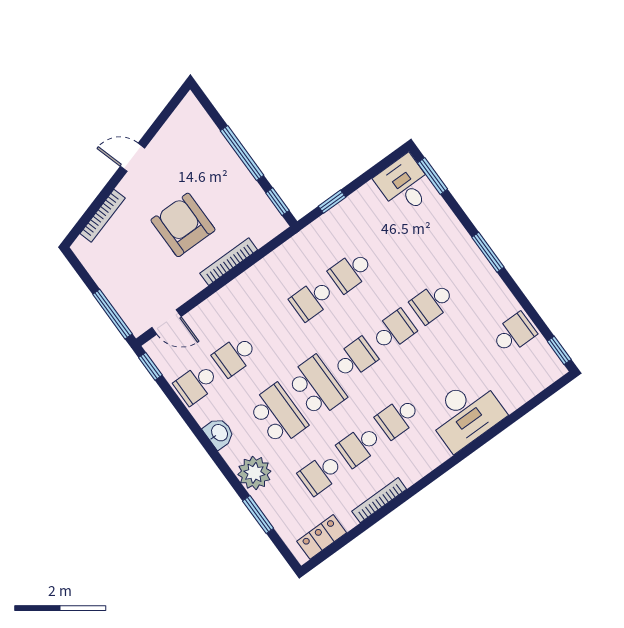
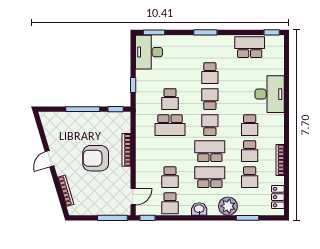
desk: (405, 185) -> (149, 52), width x1.37
school desk: (312, 300) -> (170, 125), width x1.85
school desk: (514, 334) -> (250, 47), width x1.85

